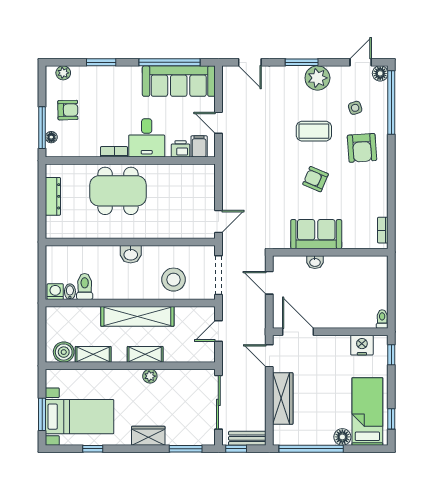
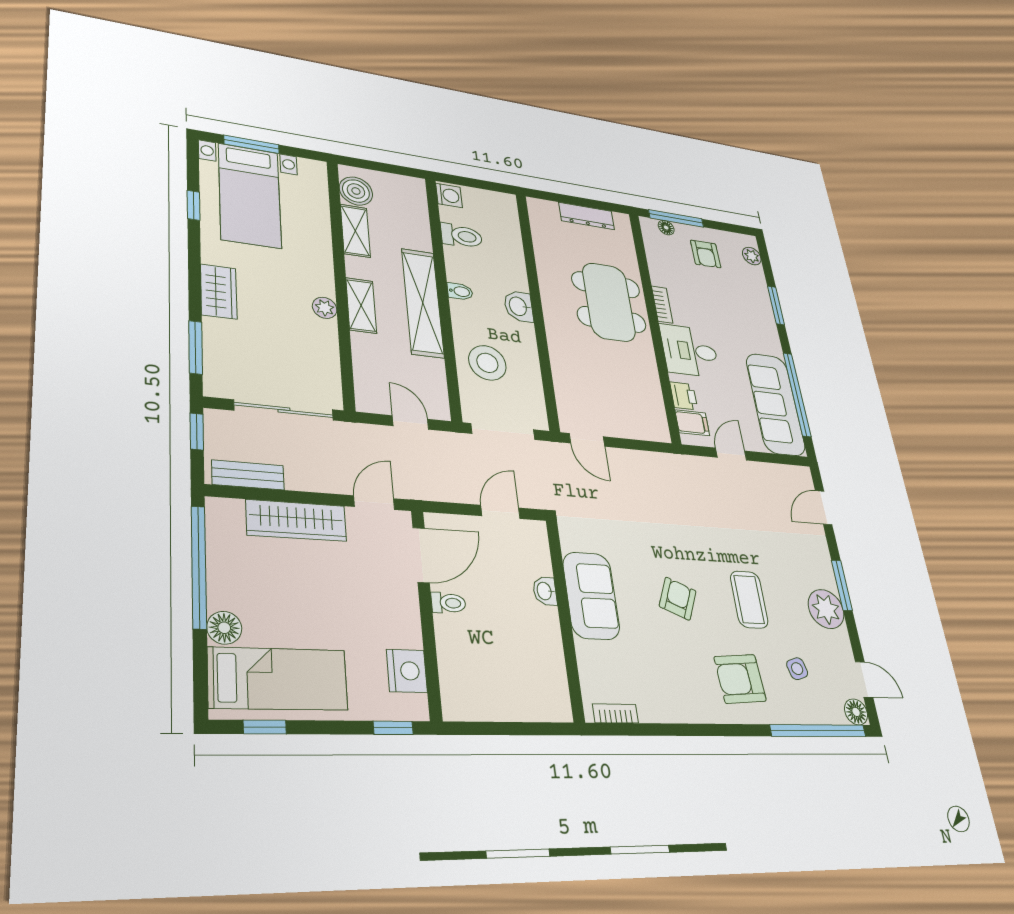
bidet: (70, 292) -> (460, 291), moved
toilet: (382, 319) -> (448, 603), moved
bench: (247, 438) -> (248, 475), moved, turned 90

